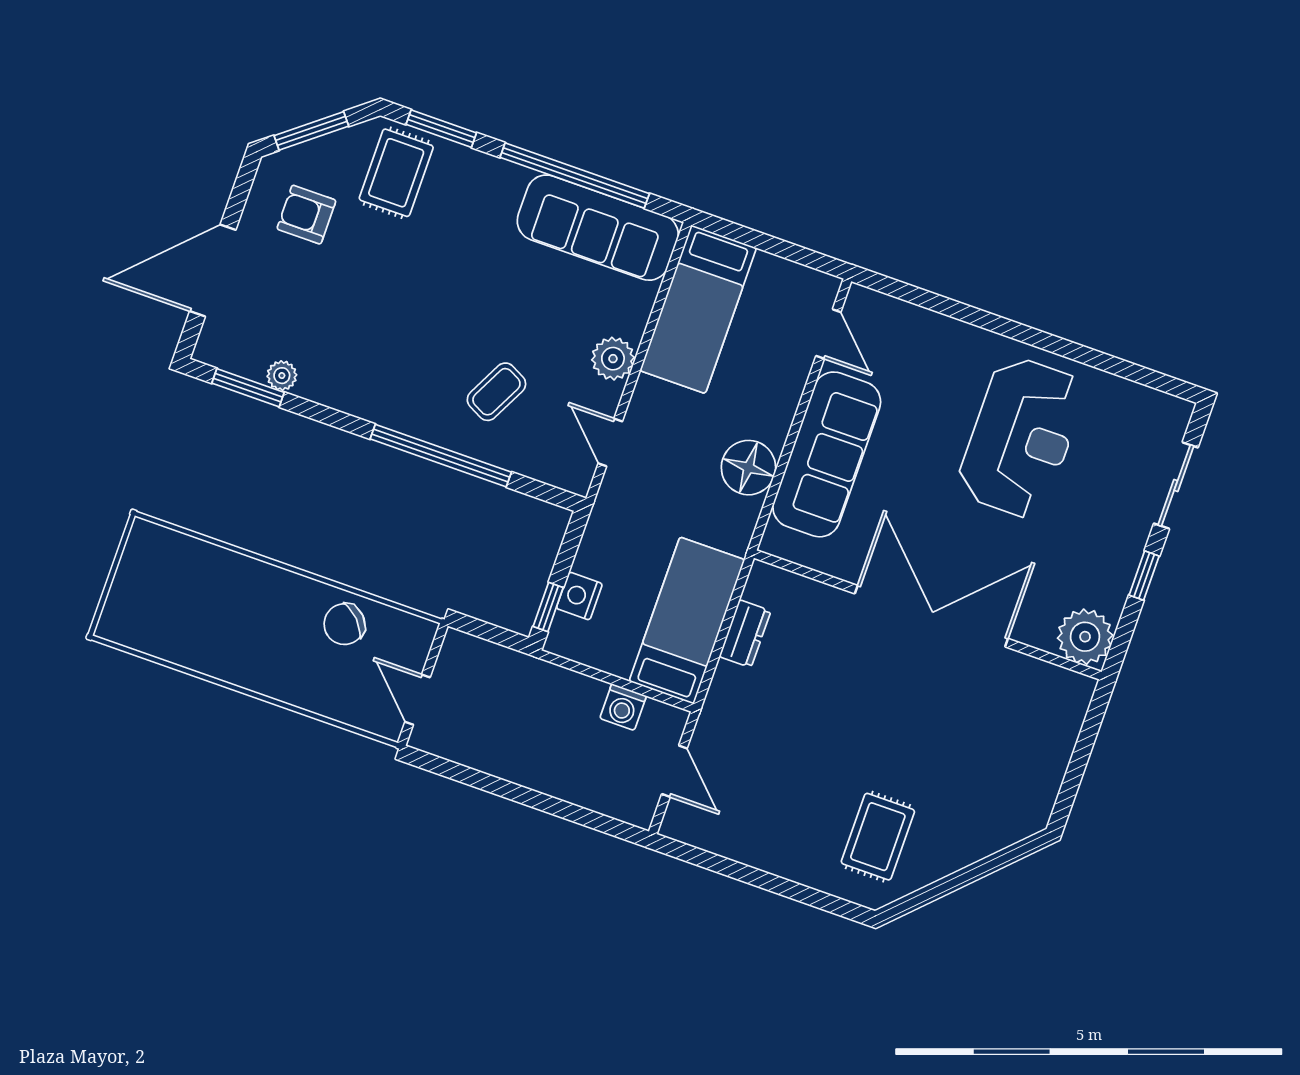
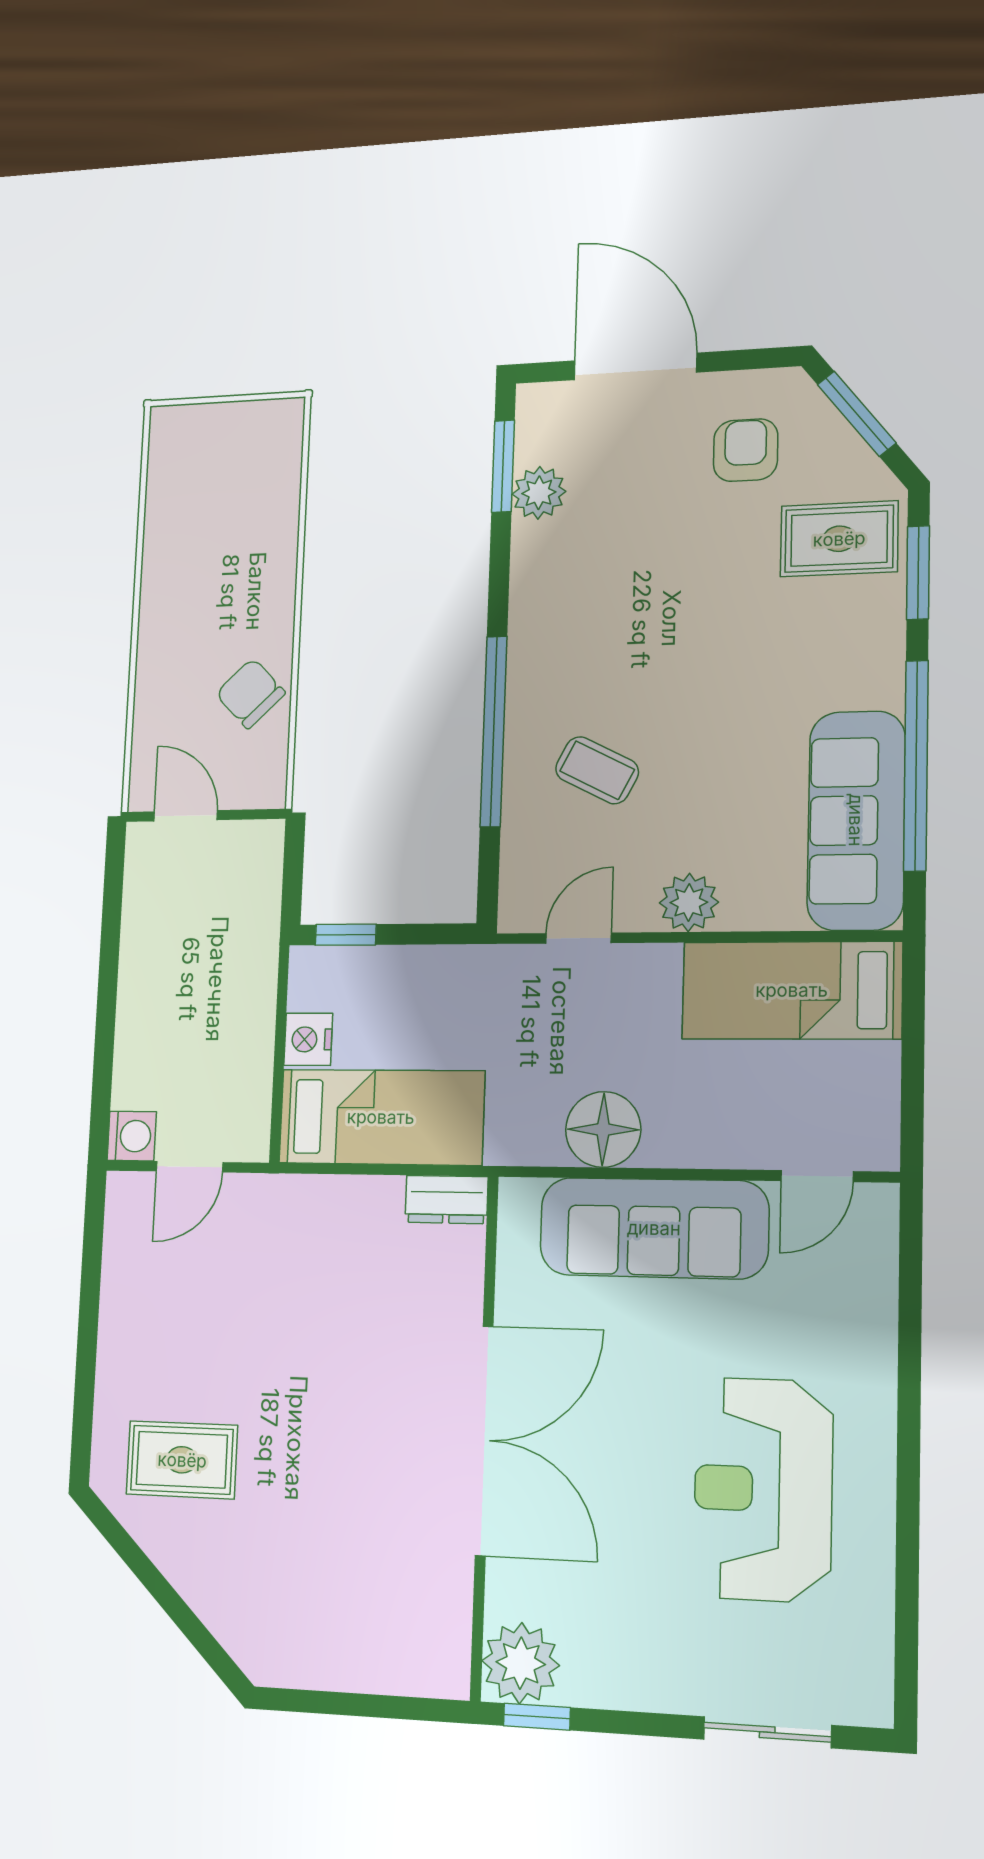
plant: (282, 376) -> (539, 493), width x1.38, depth x1.38
reception desk: (1021, 437) -> (763, 1489), turned 90
window: (1144, 576) -> (537, 1717), moved
nightstand: (579, 596) -> (308, 1039), moved, turned -90
dresser: (745, 634) -> (446, 1200), moved
door: (417, 700) -> (186, 816), hinge flipped
washing machine: (623, 707) -> (132, 1136), moved, turned 180

